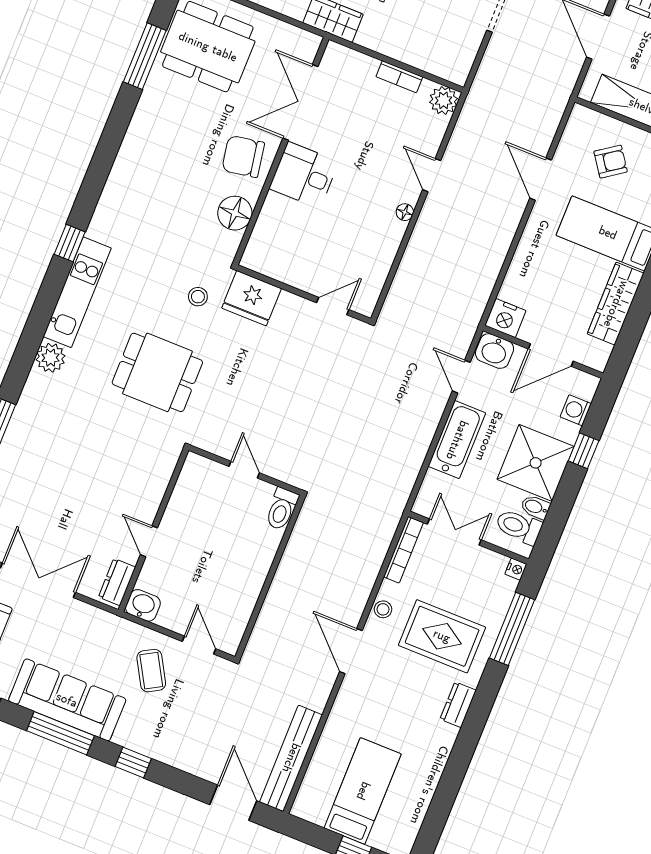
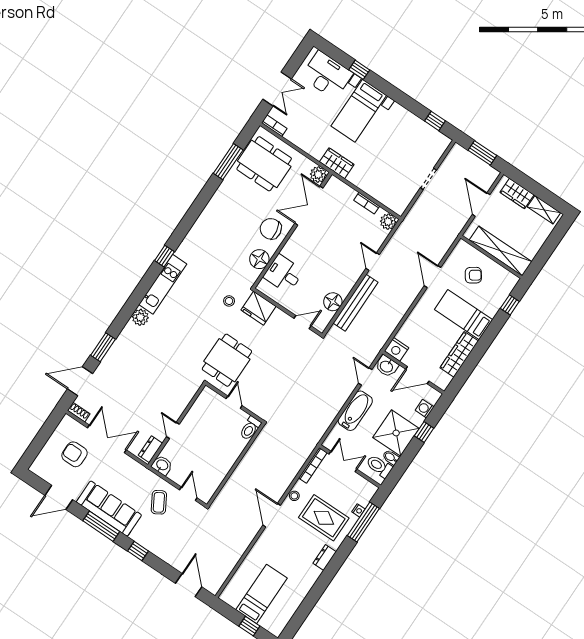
plant: (305, 45) -> (318, 175), added
desk: (304, 175) -> (284, 274), moved
floor lamp: (405, 212) -> (333, 302), moved, width x1.89, depth x1.89
dining table: (157, 372) -> (227, 360), moved, turned 90
nightstand: (516, 569) -> (358, 510), moved
bench: (291, 758) -> (356, 303), moved

